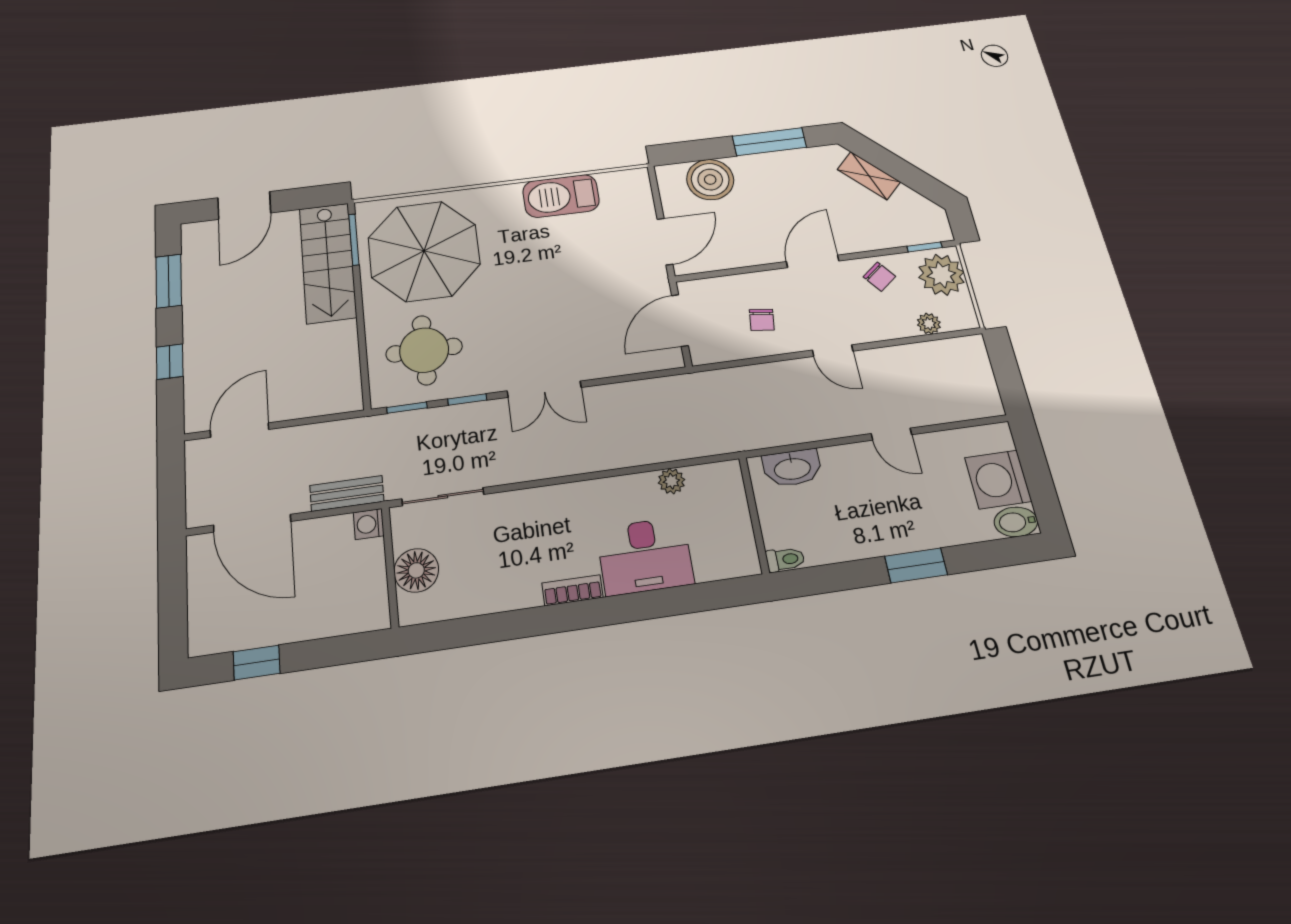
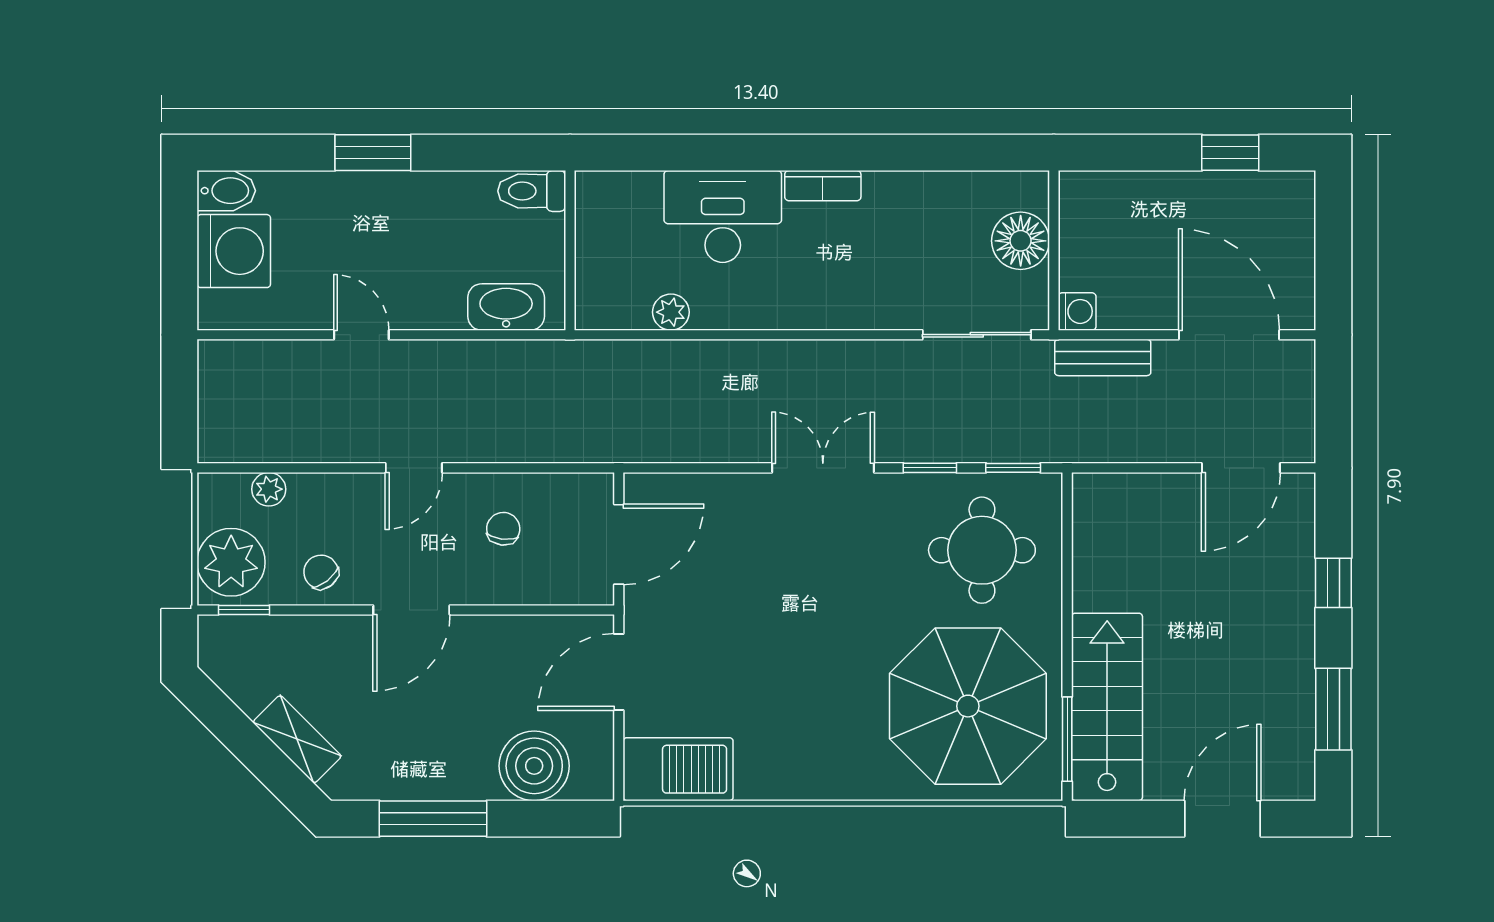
barbecue: (561, 196) -> (678, 769), moved
door: (833, 351) -> (414, 468), swing flipped
toilet: (785, 559) -> (532, 191), width x1.37, depth x1.39

